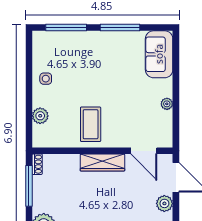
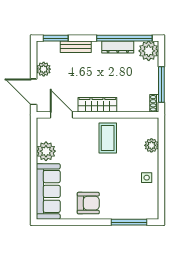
window: (120, 28) -> (82, 222), removed
armchair: (113, 49) -> (88, 203), added
sofa: (159, 54) -> (48, 191), width x1.36
plant: (167, 104) -> (46, 151), width x1.88, depth x1.88

